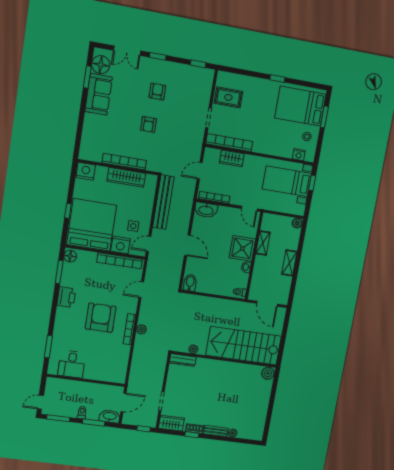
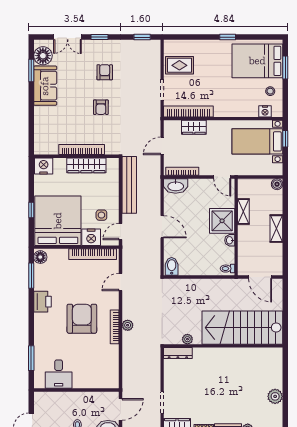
plant: (268, 373) -> (275, 396), moved

